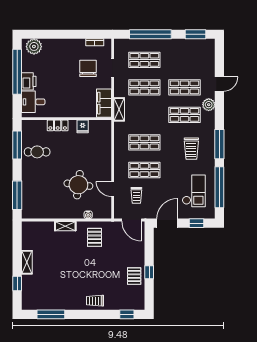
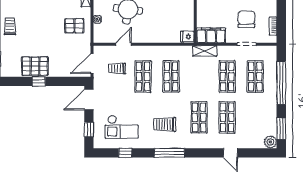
chair: (88, 68) -> (246, 19), turned -90
plant: (209, 105) -> (270, 142), moved
fridge: (83, 126) -> (187, 37), moved
window: (219, 187) -> (125, 153), width x0.32
door: (167, 223) -> (89, 100), swing flipped
pallet: (134, 276) -> (35, 66), width x1.50, depth x1.42

